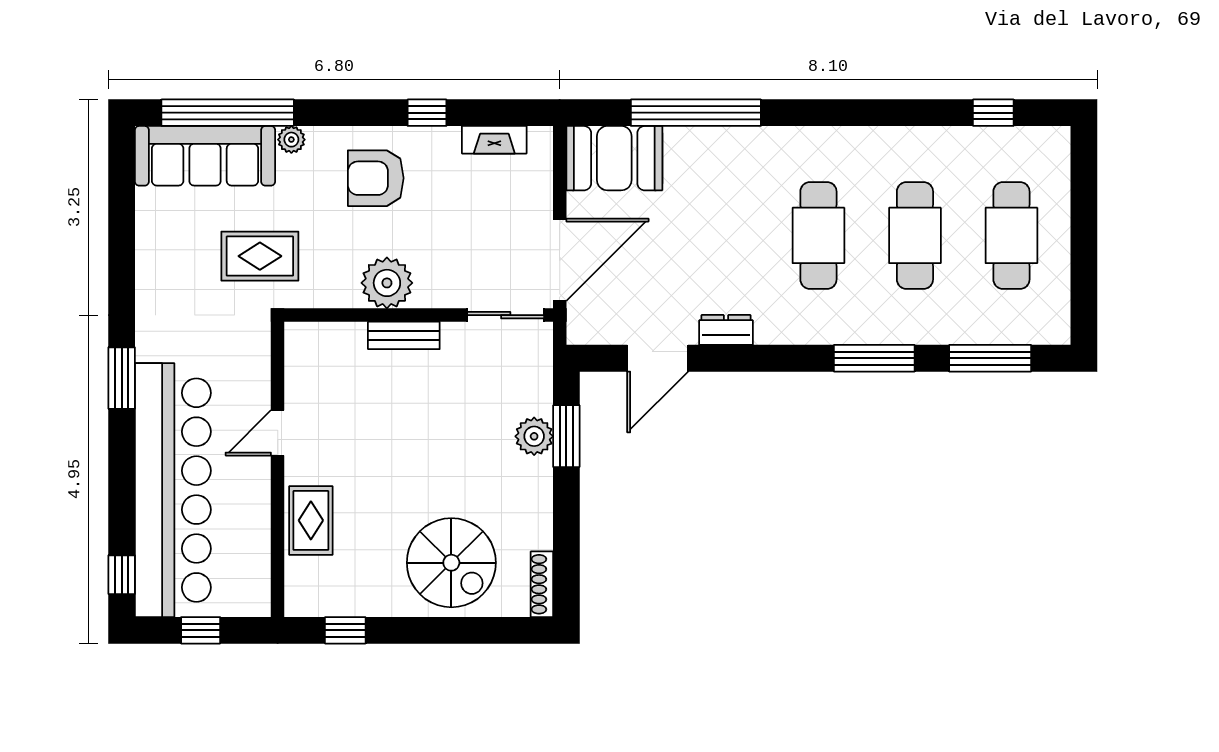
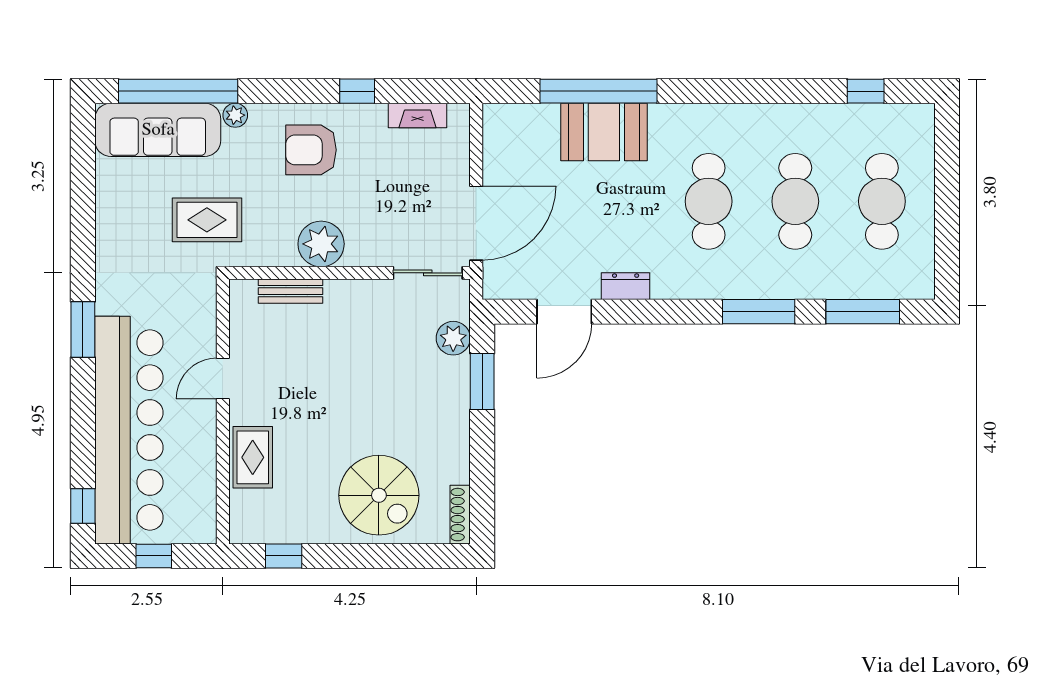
booth: (614, 158) -> (604, 132), moved
bench: (404, 335) -> (290, 291), moved
plant: (534, 436) -> (453, 338), moved

